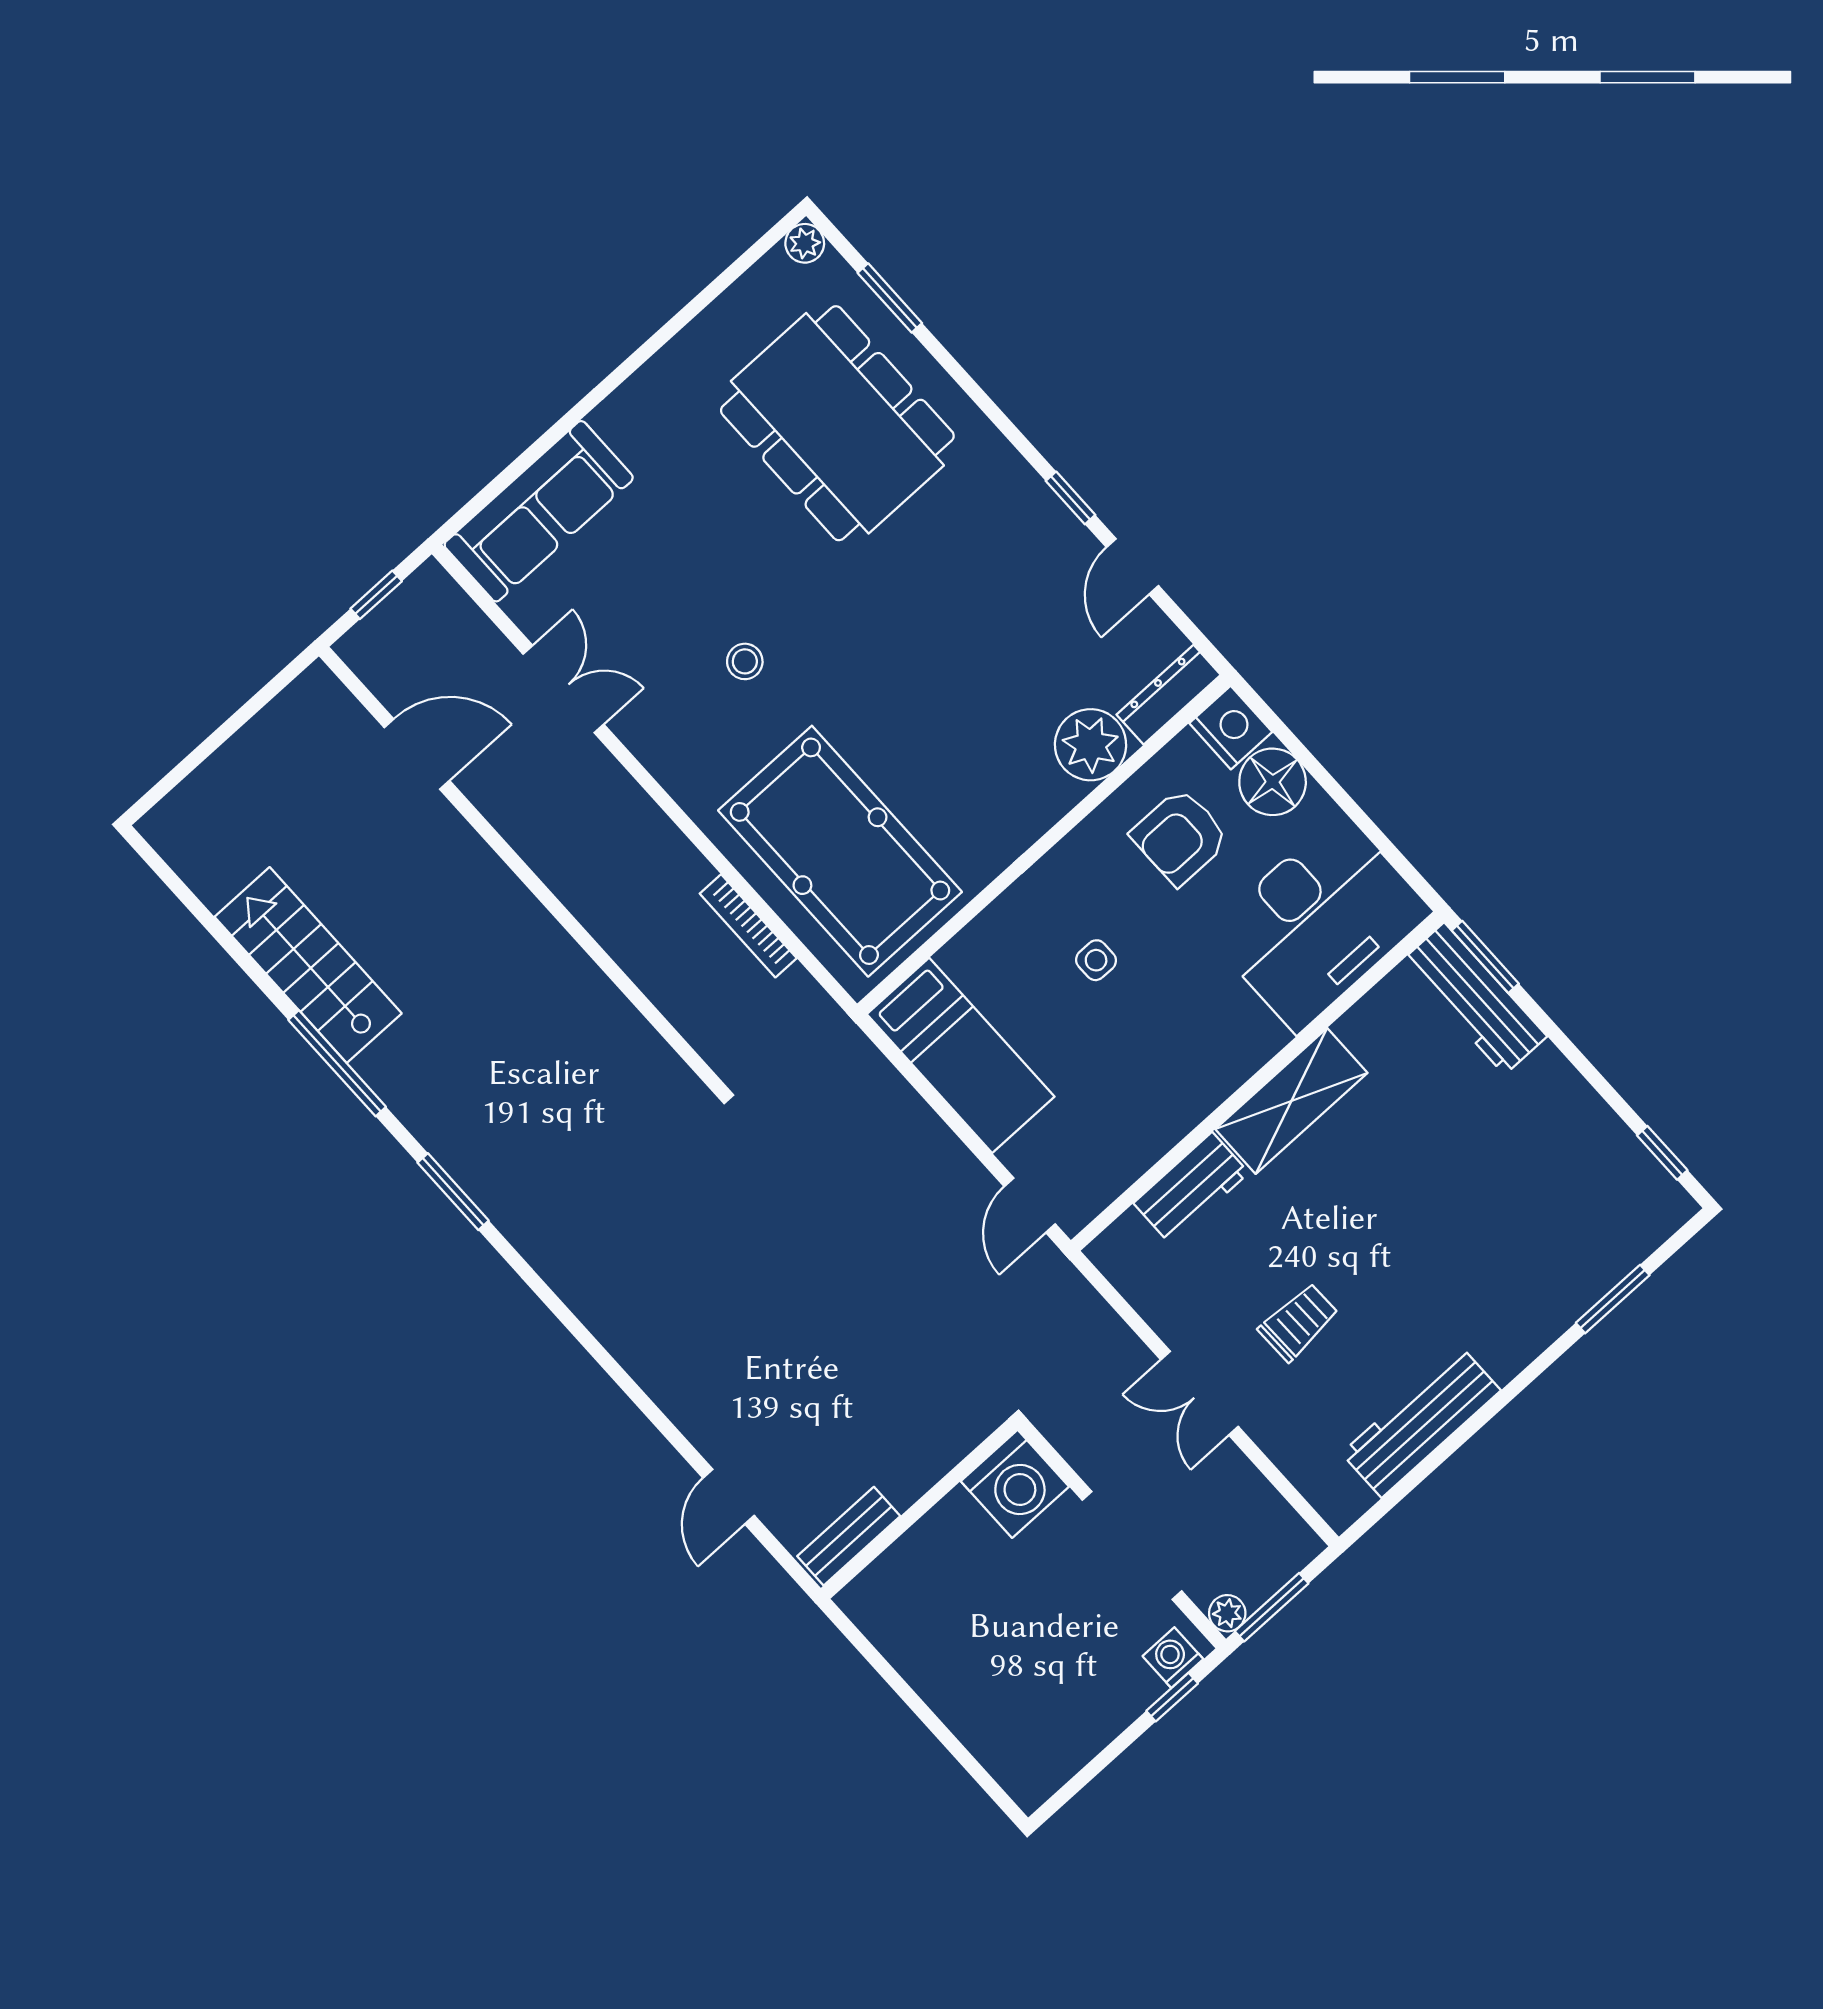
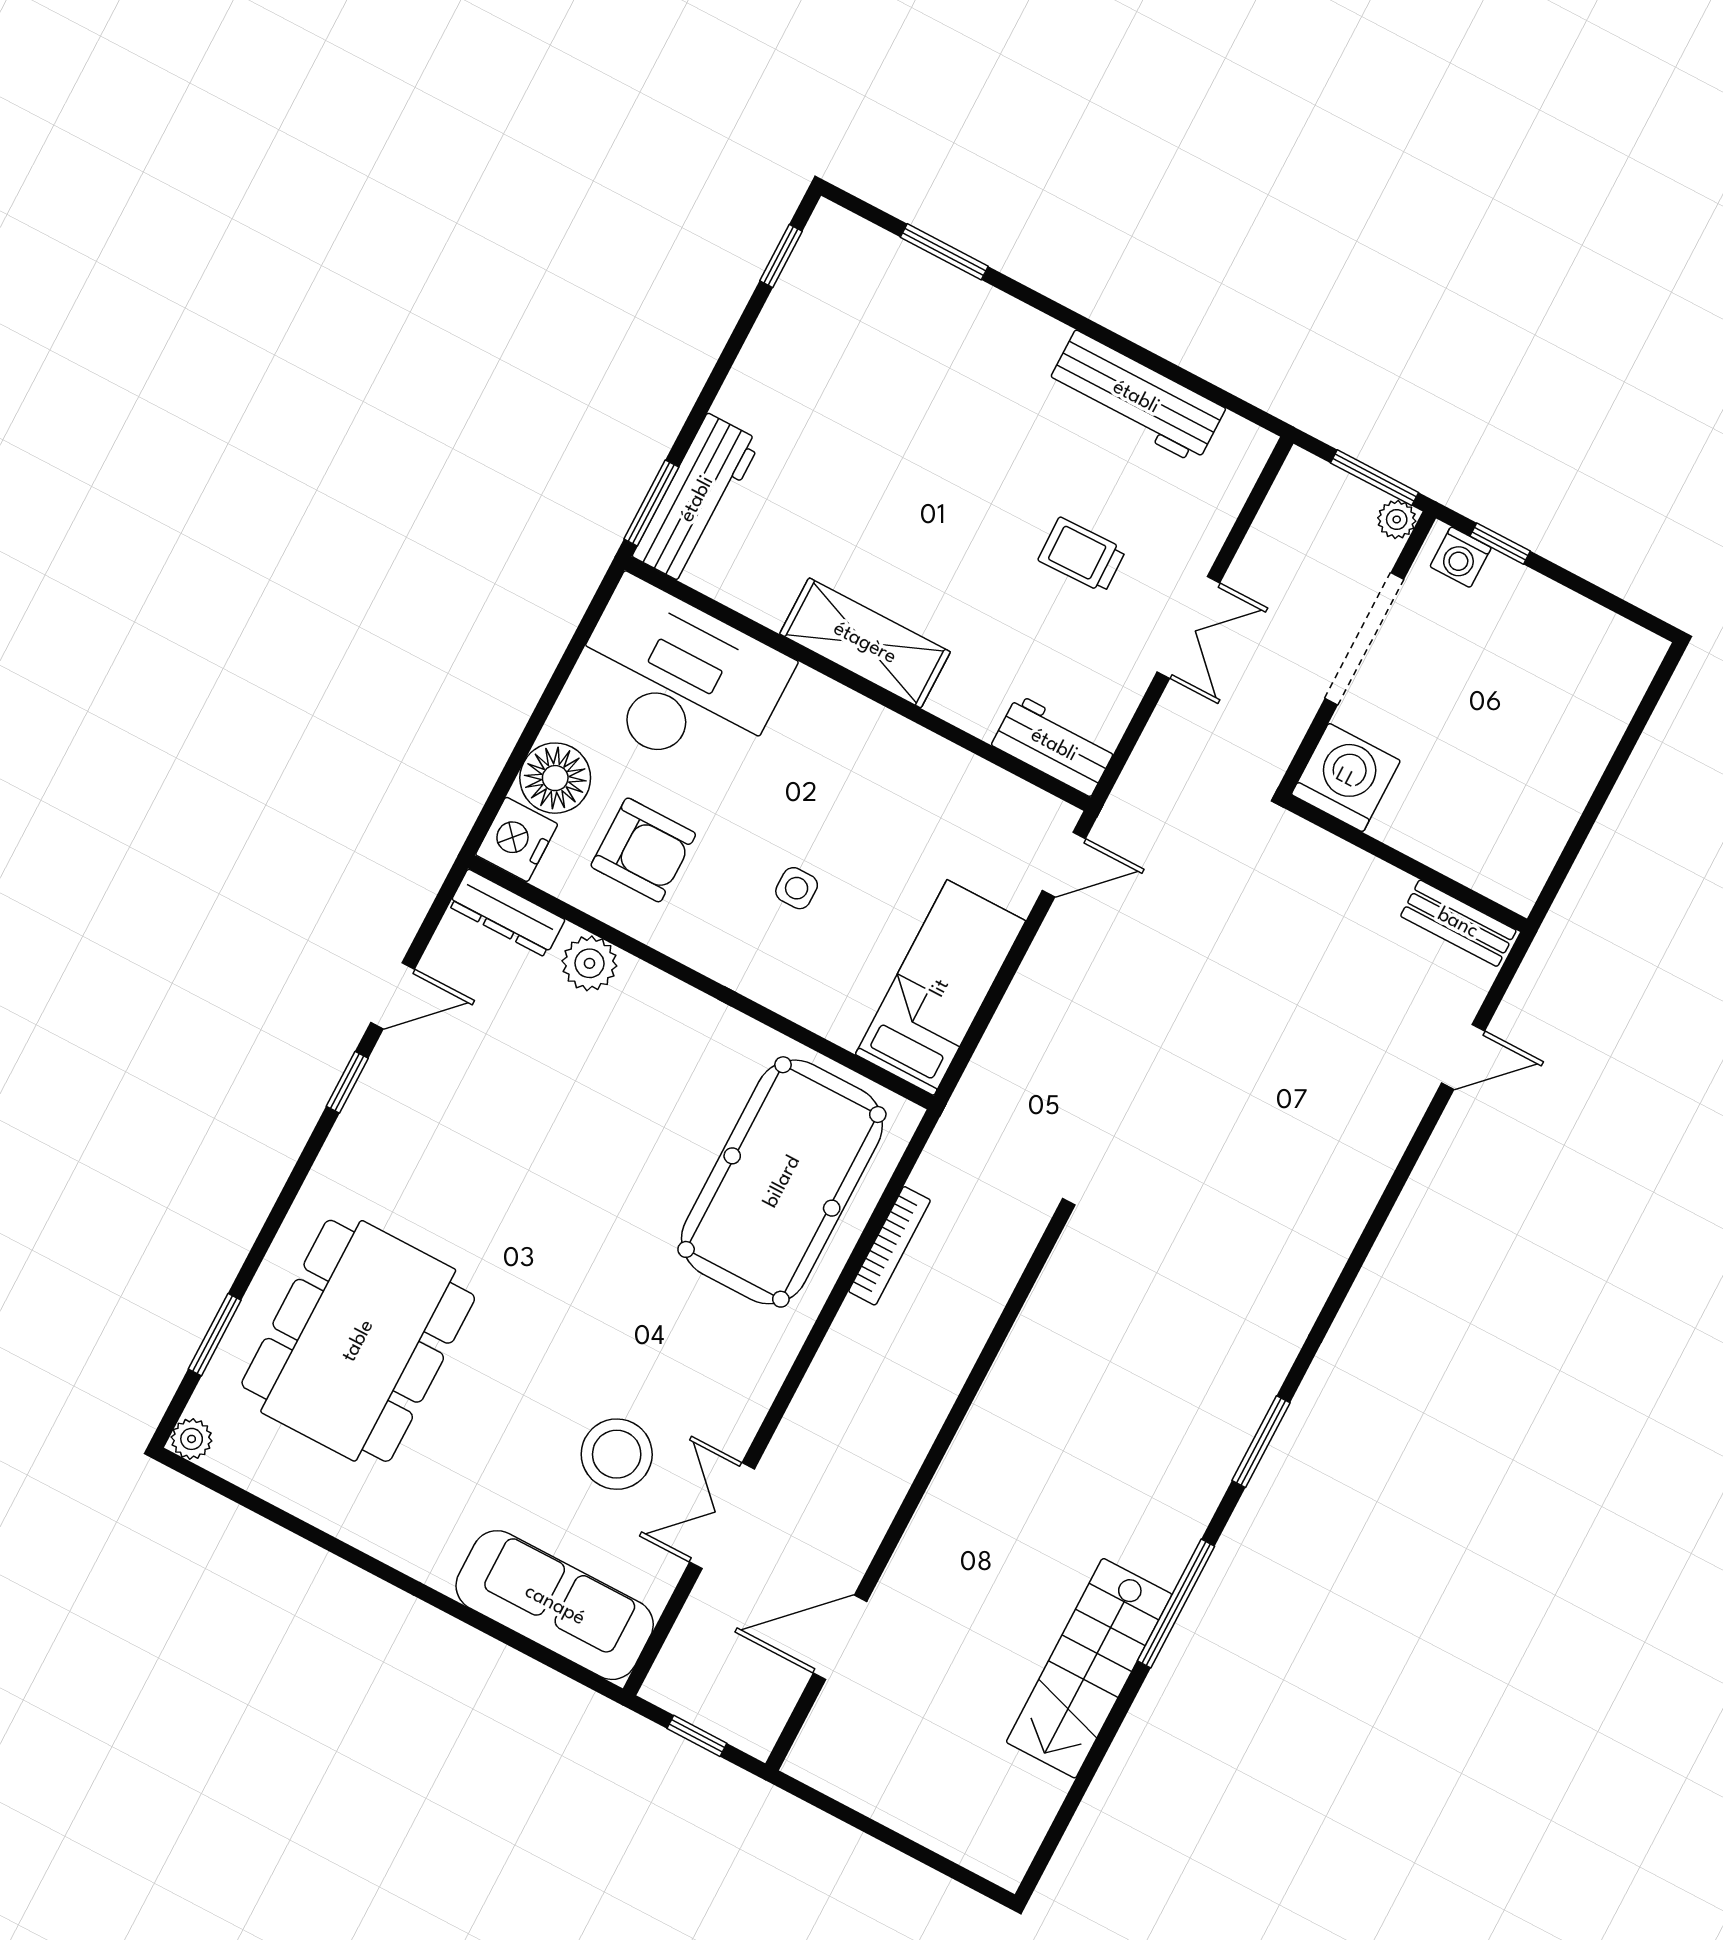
stool: (745, 661) -> (617, 1454), moved, width x1.89, depth x1.89
plant: (1091, 745) -> (589, 963), width x0.73, depth x0.73
door: (417, 754) -> (840, 1637), hinge flipped
workbench: (1191, 1188) -> (1054, 745), moved

